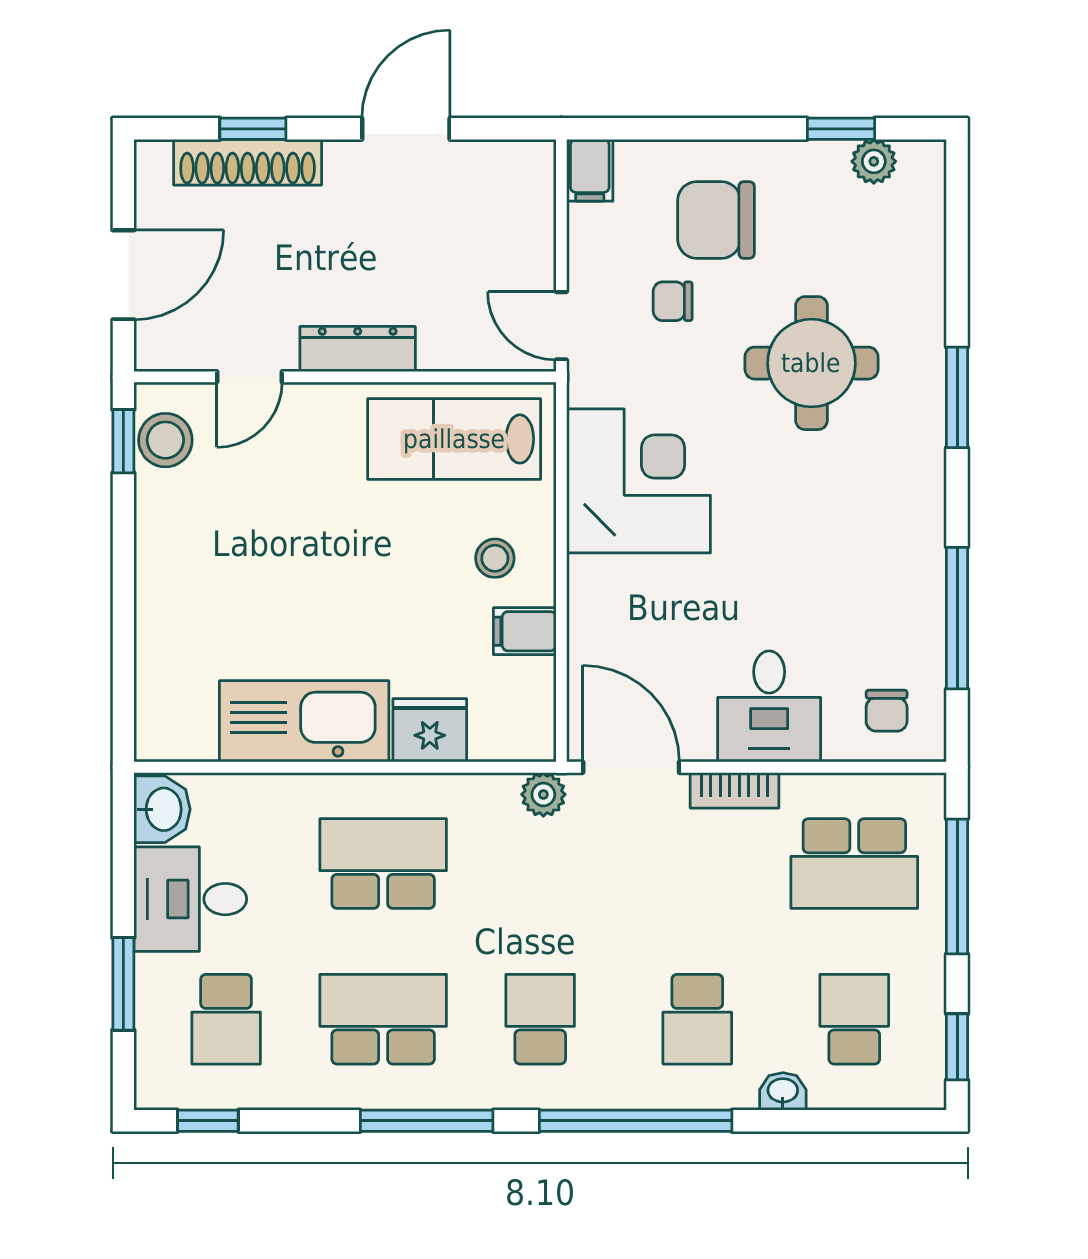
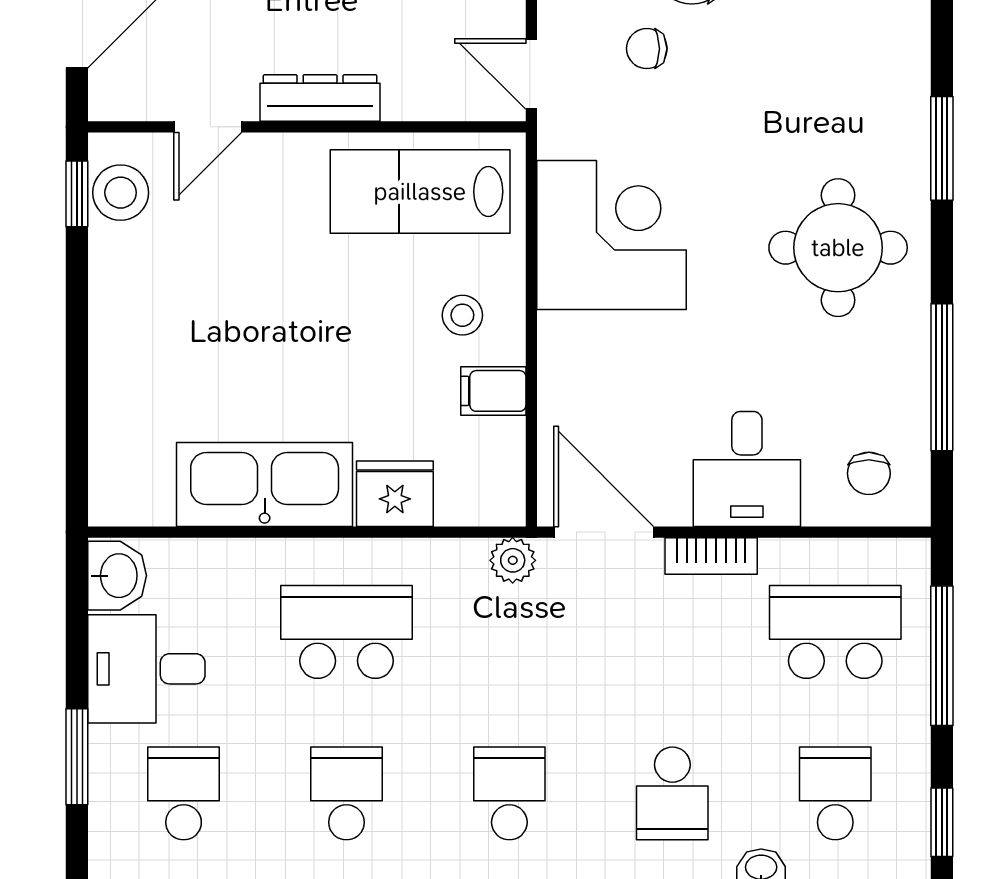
round table: (811, 363) -> (838, 248), moved
school desk: (854, 864) -> (835, 632), turned 180
school desk: (226, 1019) -> (184, 793), turned 180
school desk: (383, 1019) -> (346, 793), width x0.54

